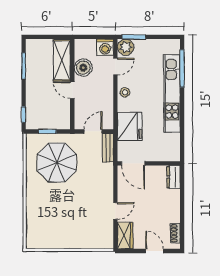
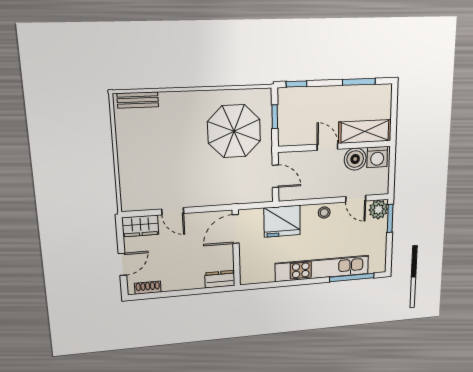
washing machine: (105, 47) -> (377, 157), moved, turned -90
door: (72, 90) -> (327, 147), hinge flipped
bench: (108, 148) -> (138, 100), moved

